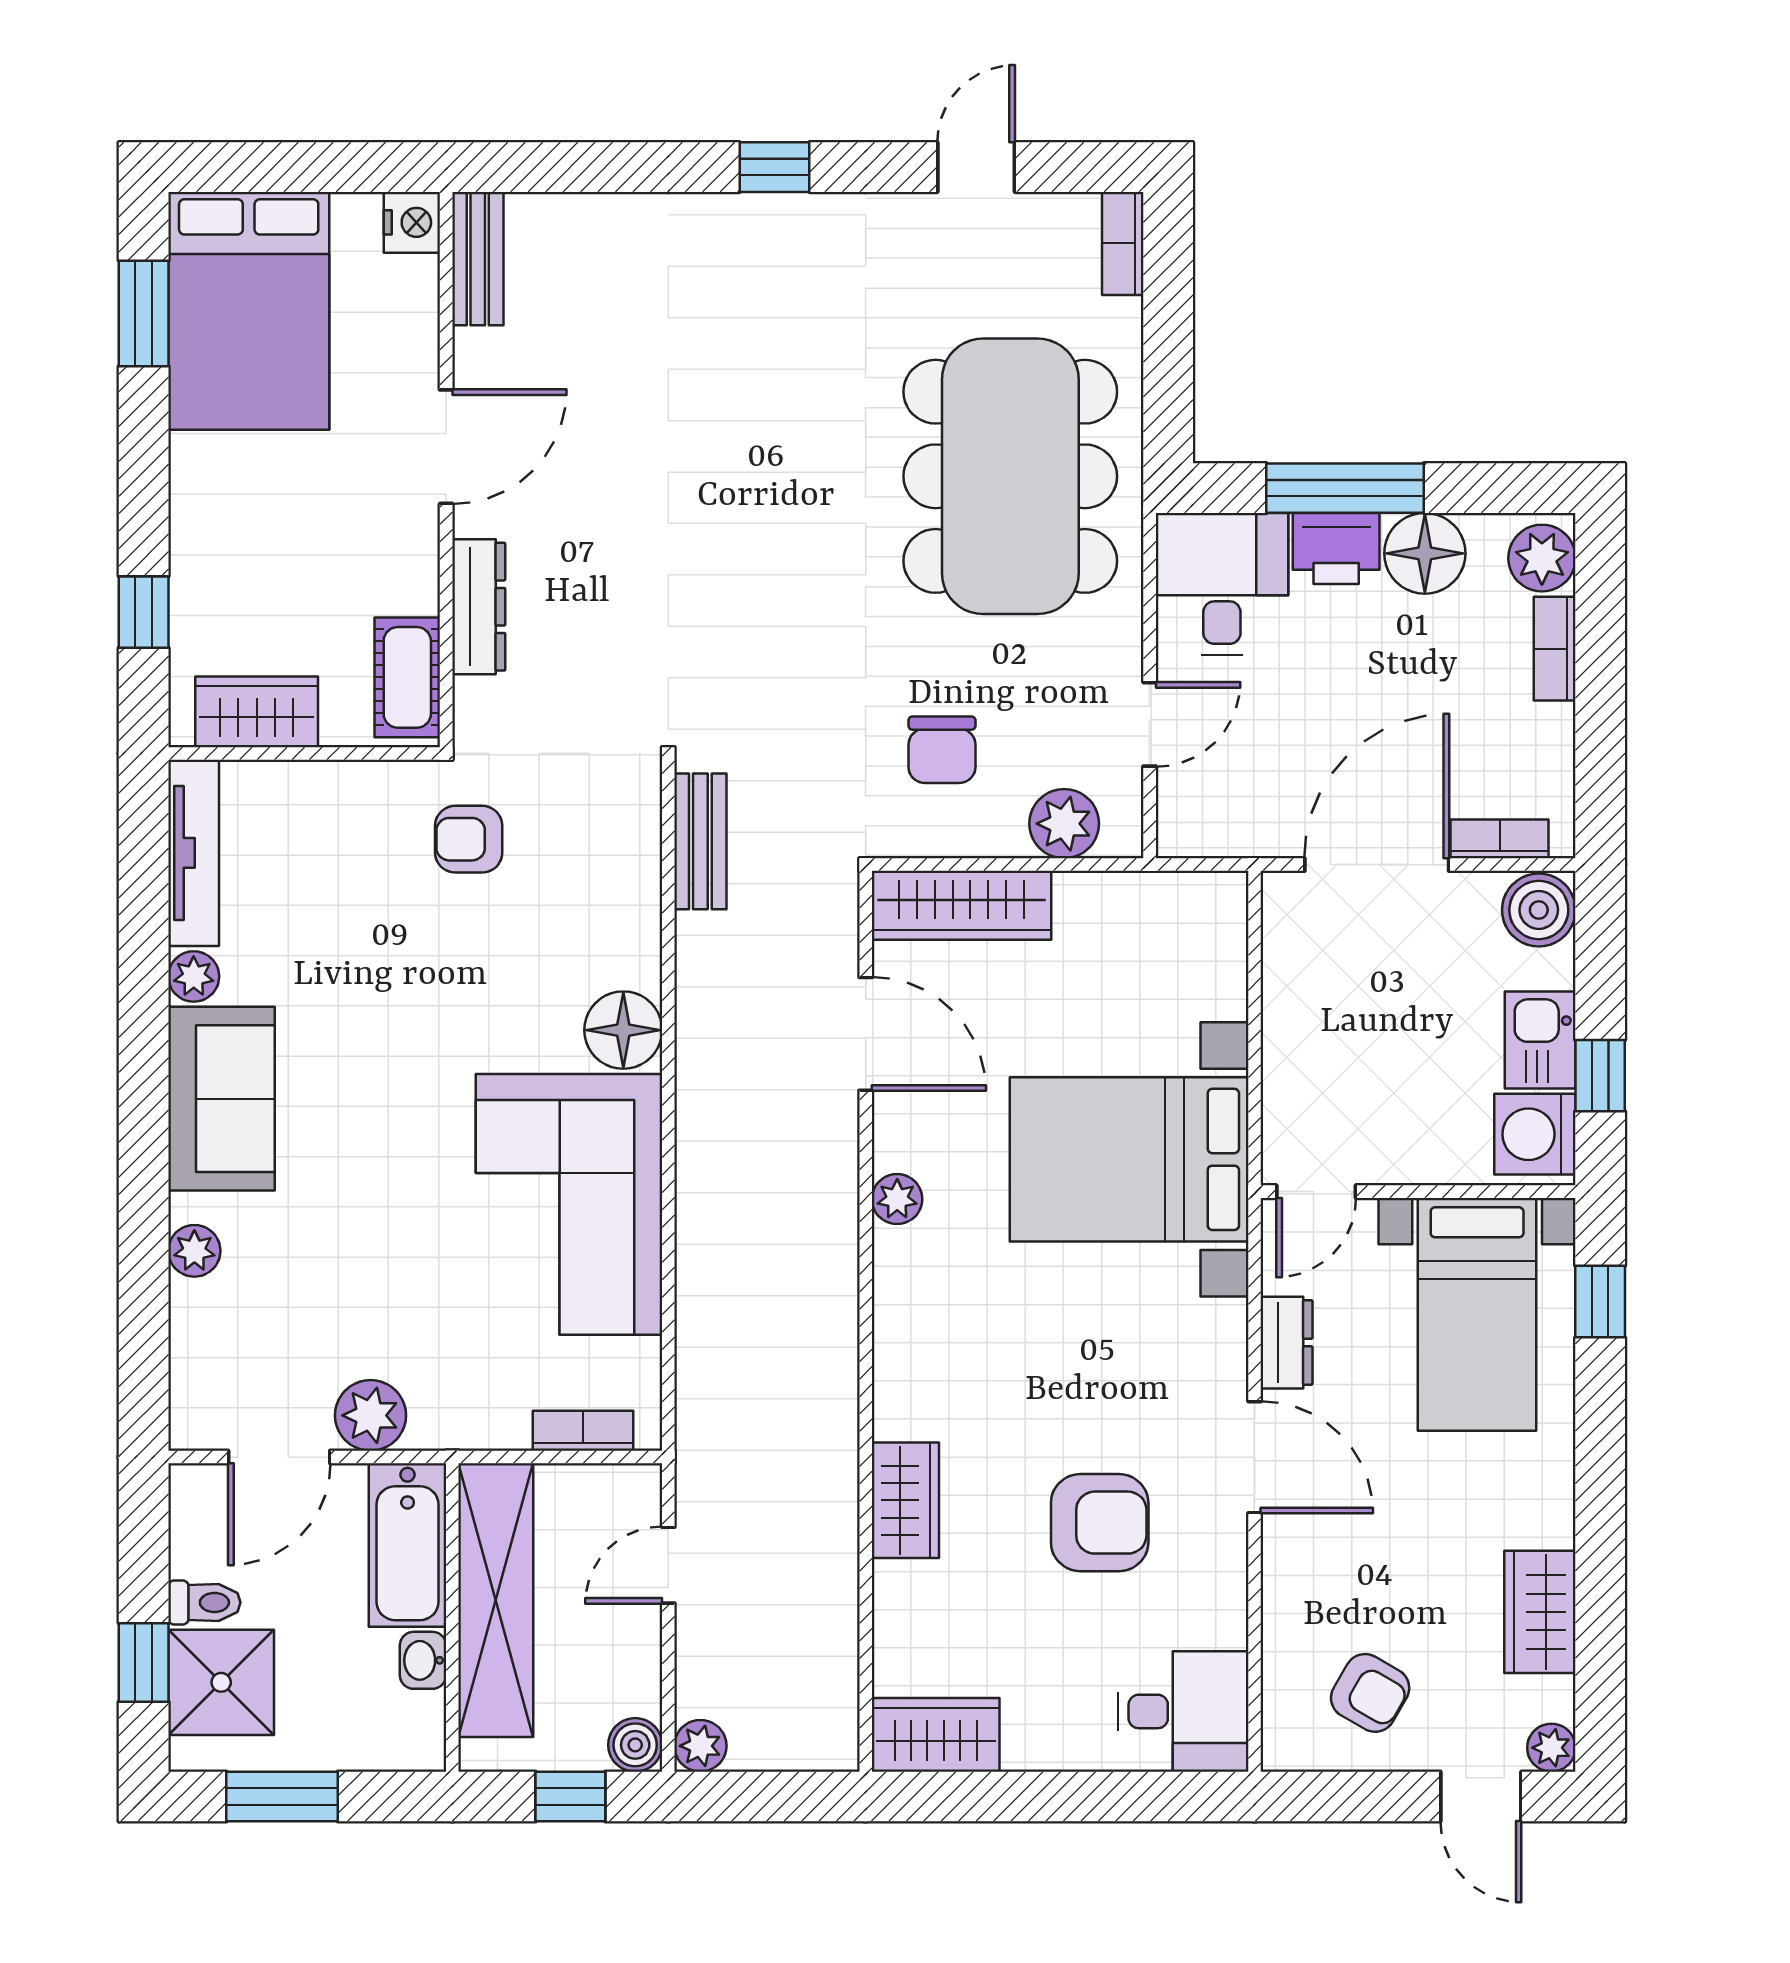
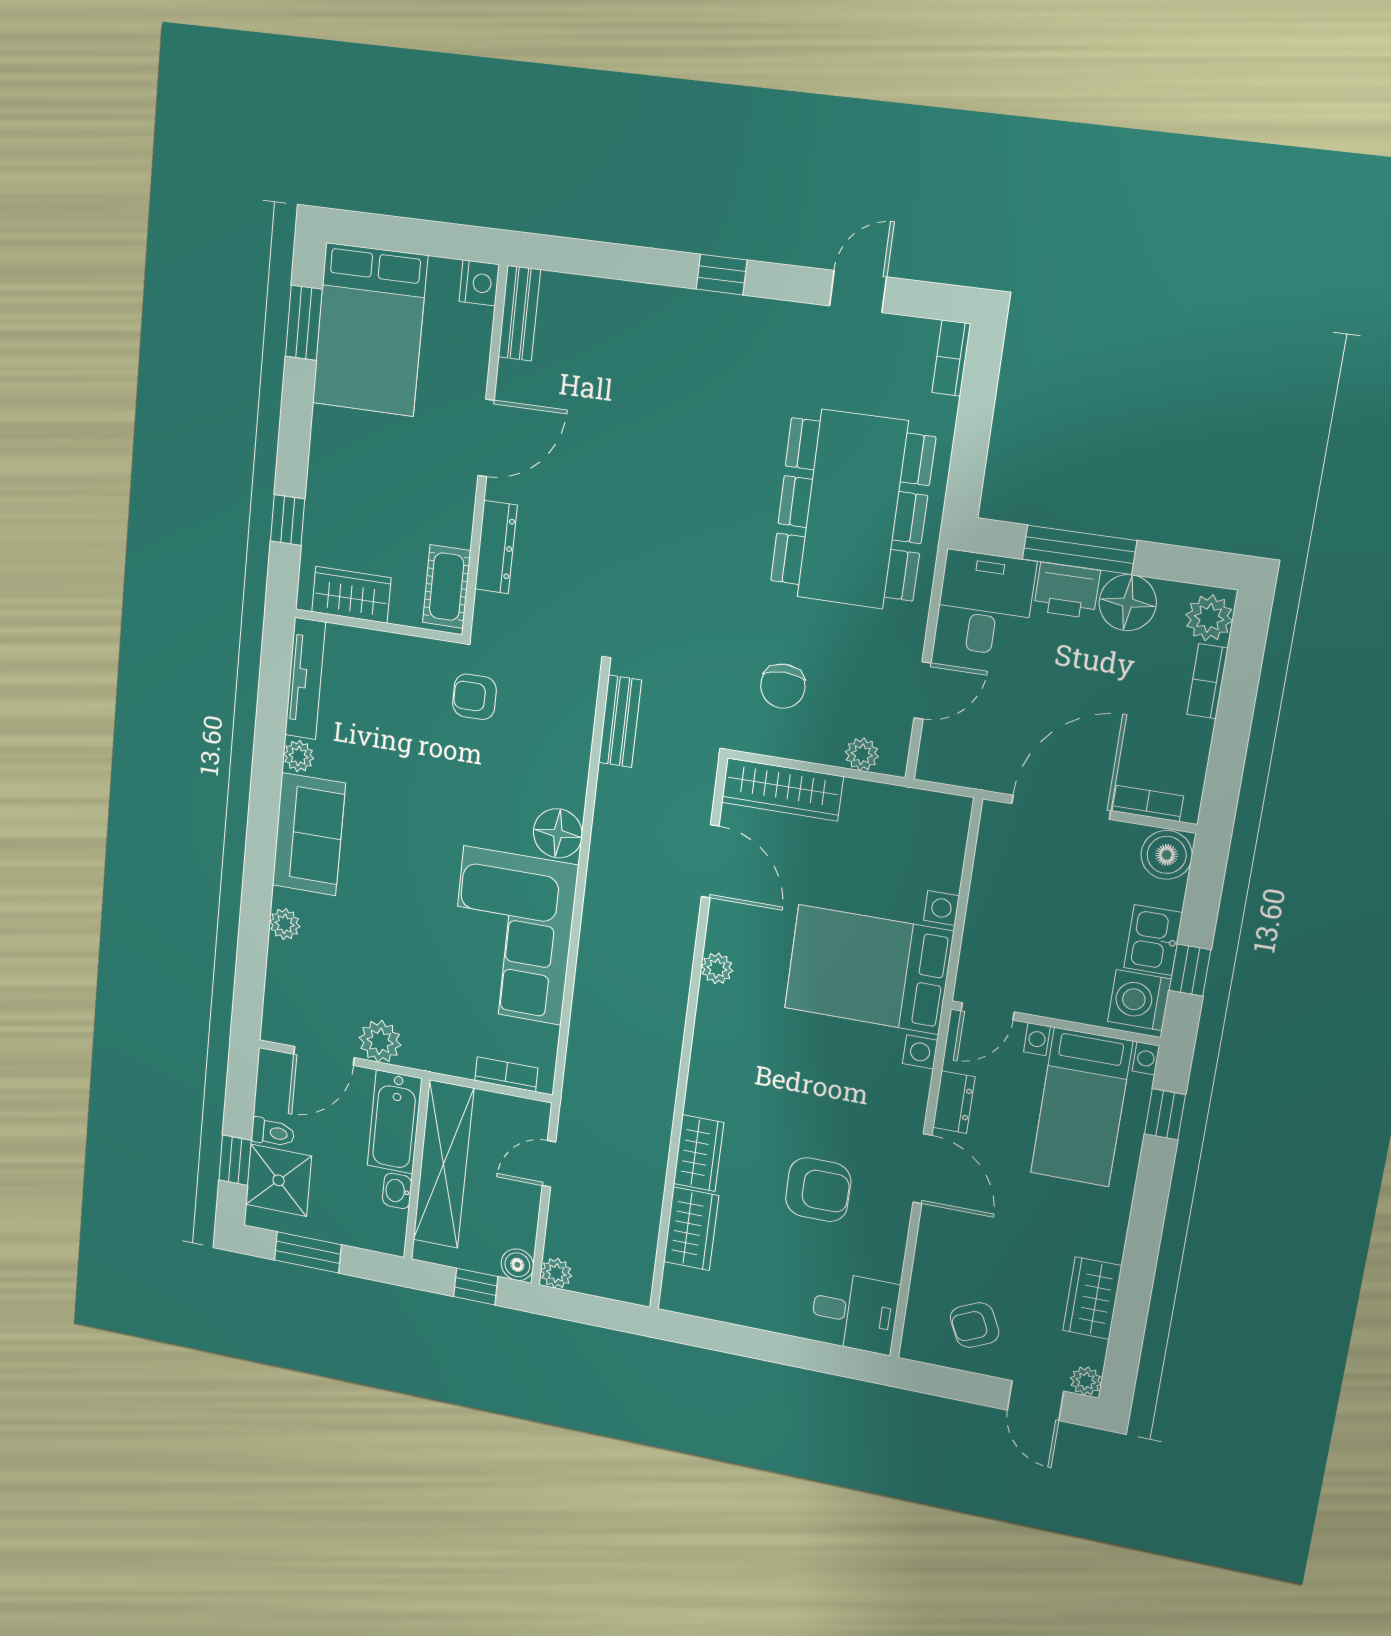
plant: (1064, 824) -> (862, 754), width x0.73, depth x0.73
armchair: (1370, 1693) -> (975, 1325), turned 125
wardrobe: (936, 1735) -> (691, 1229), moved, turned 90

